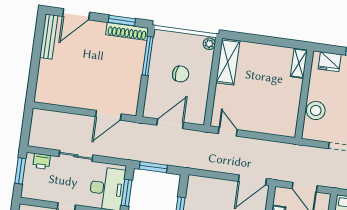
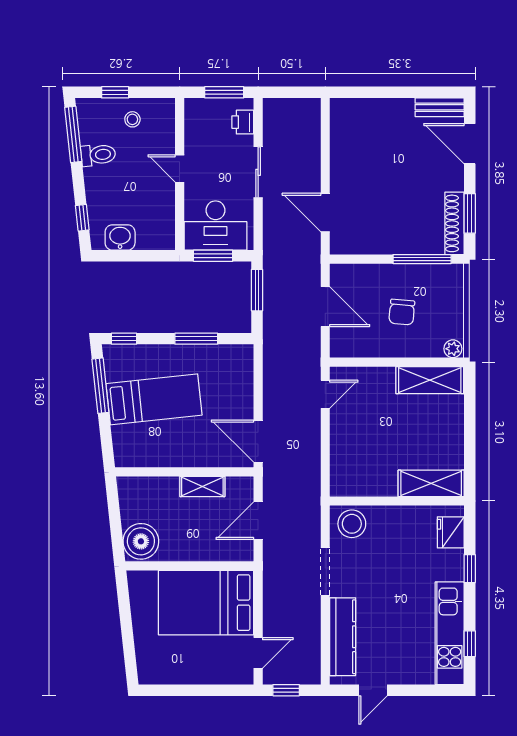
bench: (49, 37) -> (440, 107), width x0.73
shelving: (299, 63) -> (431, 483), width x1.50, depth x1.33
stool: (316, 110) -> (352, 524), moved

